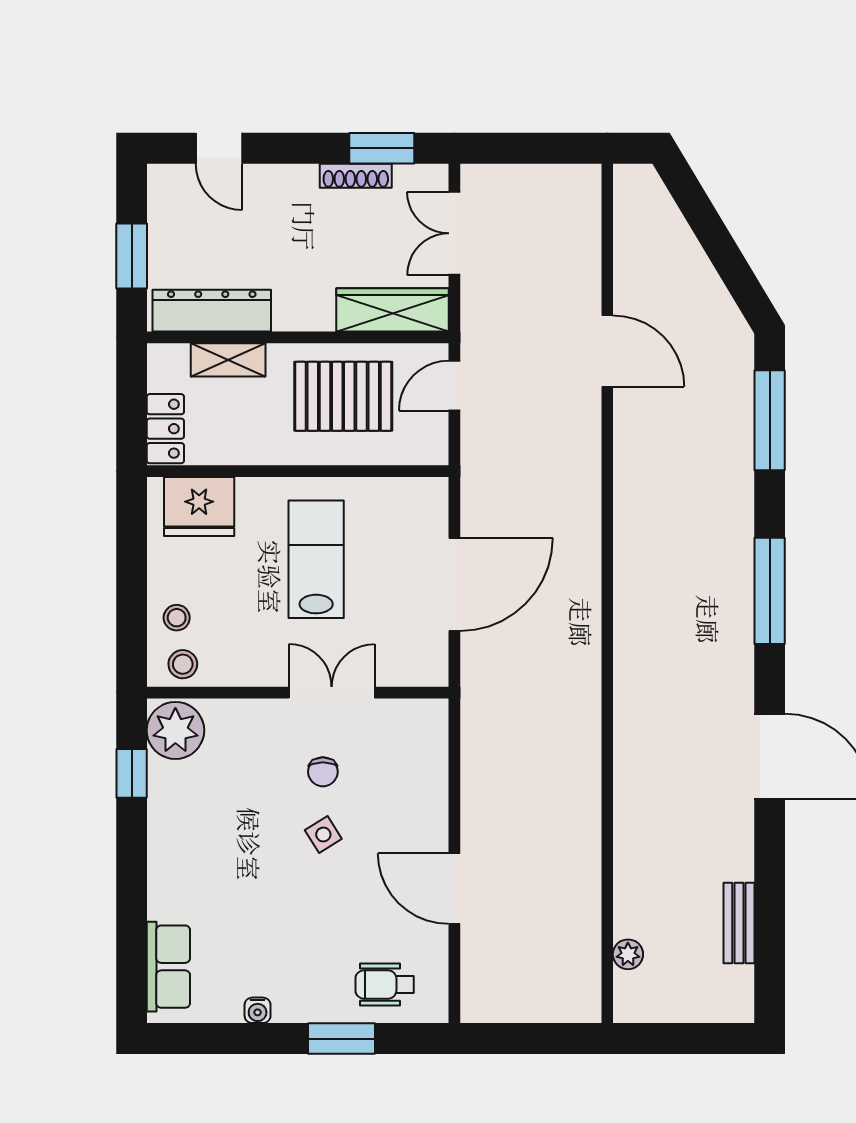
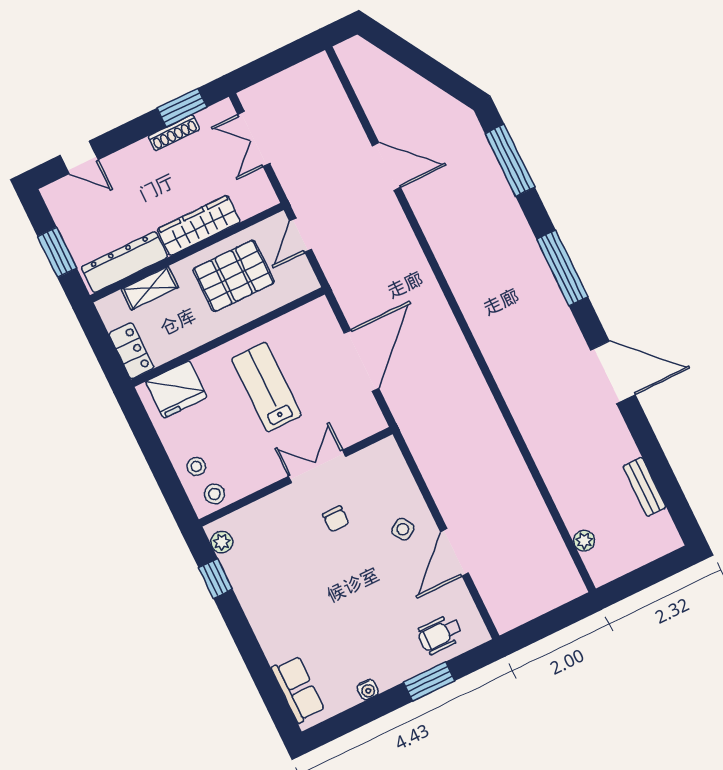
wardrobe: (393, 310) -> (199, 225), moved
plant: (175, 730) -> (222, 542), width x0.53, depth x0.53
side table: (323, 835) -> (403, 529), moved
door: (454, 889) -> (455, 552), hinge flipped

